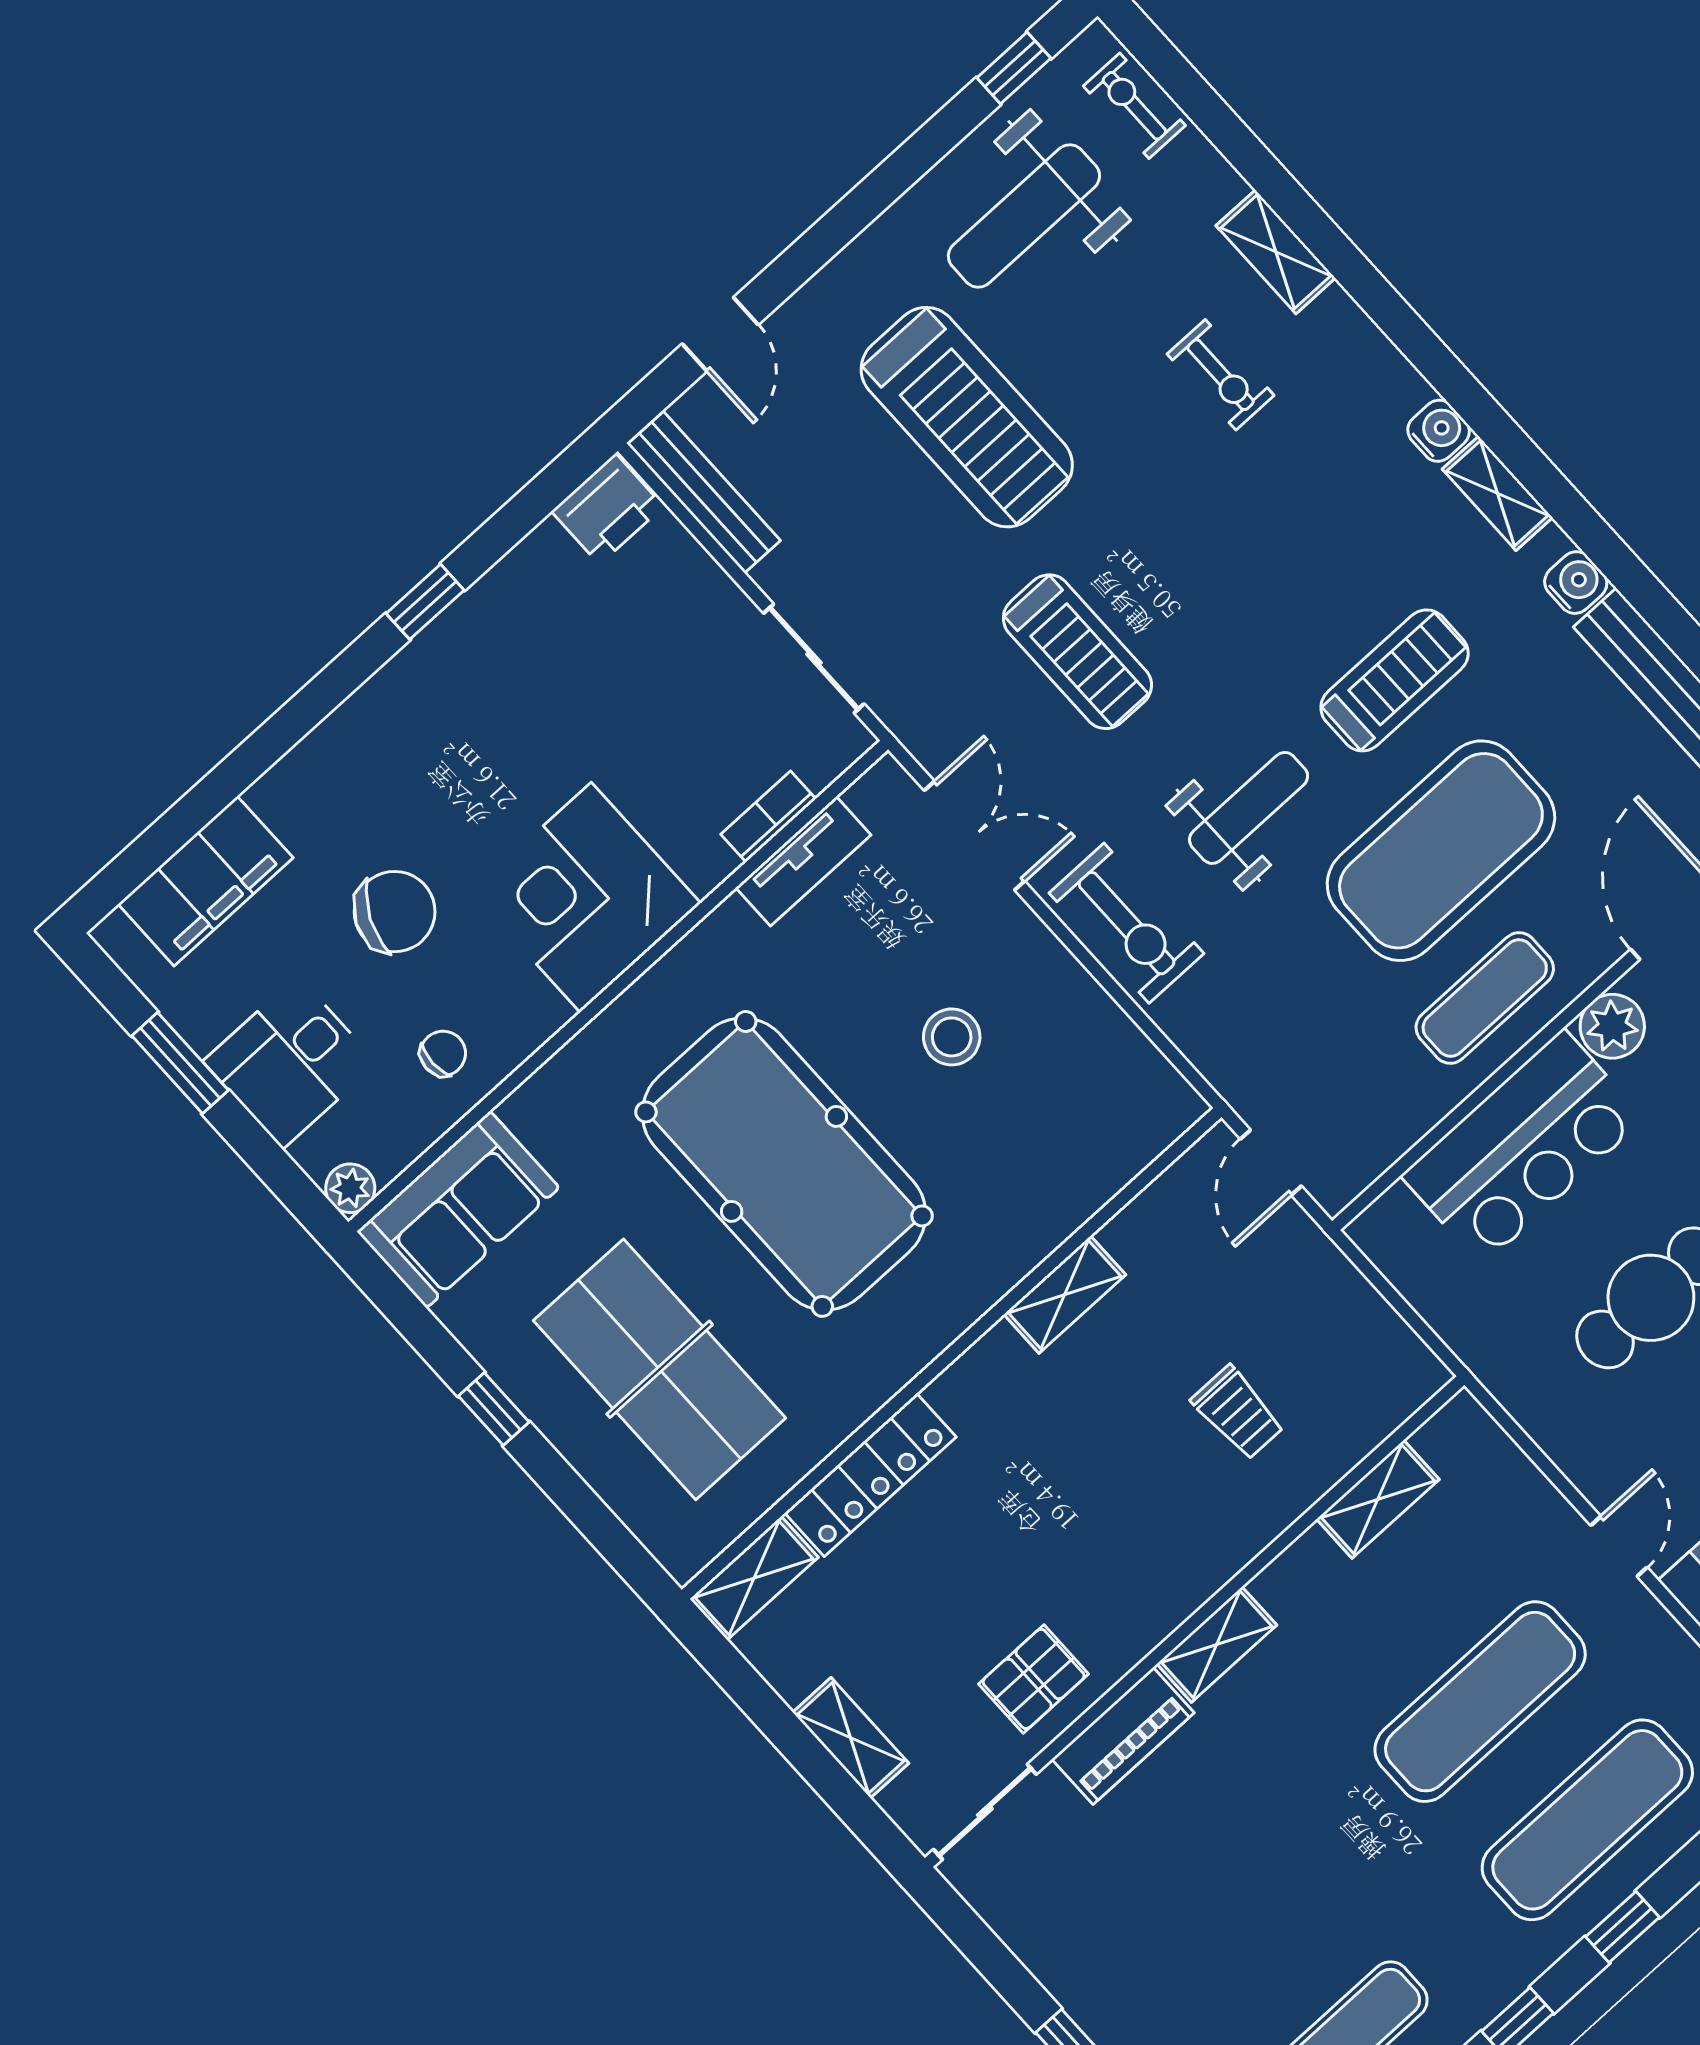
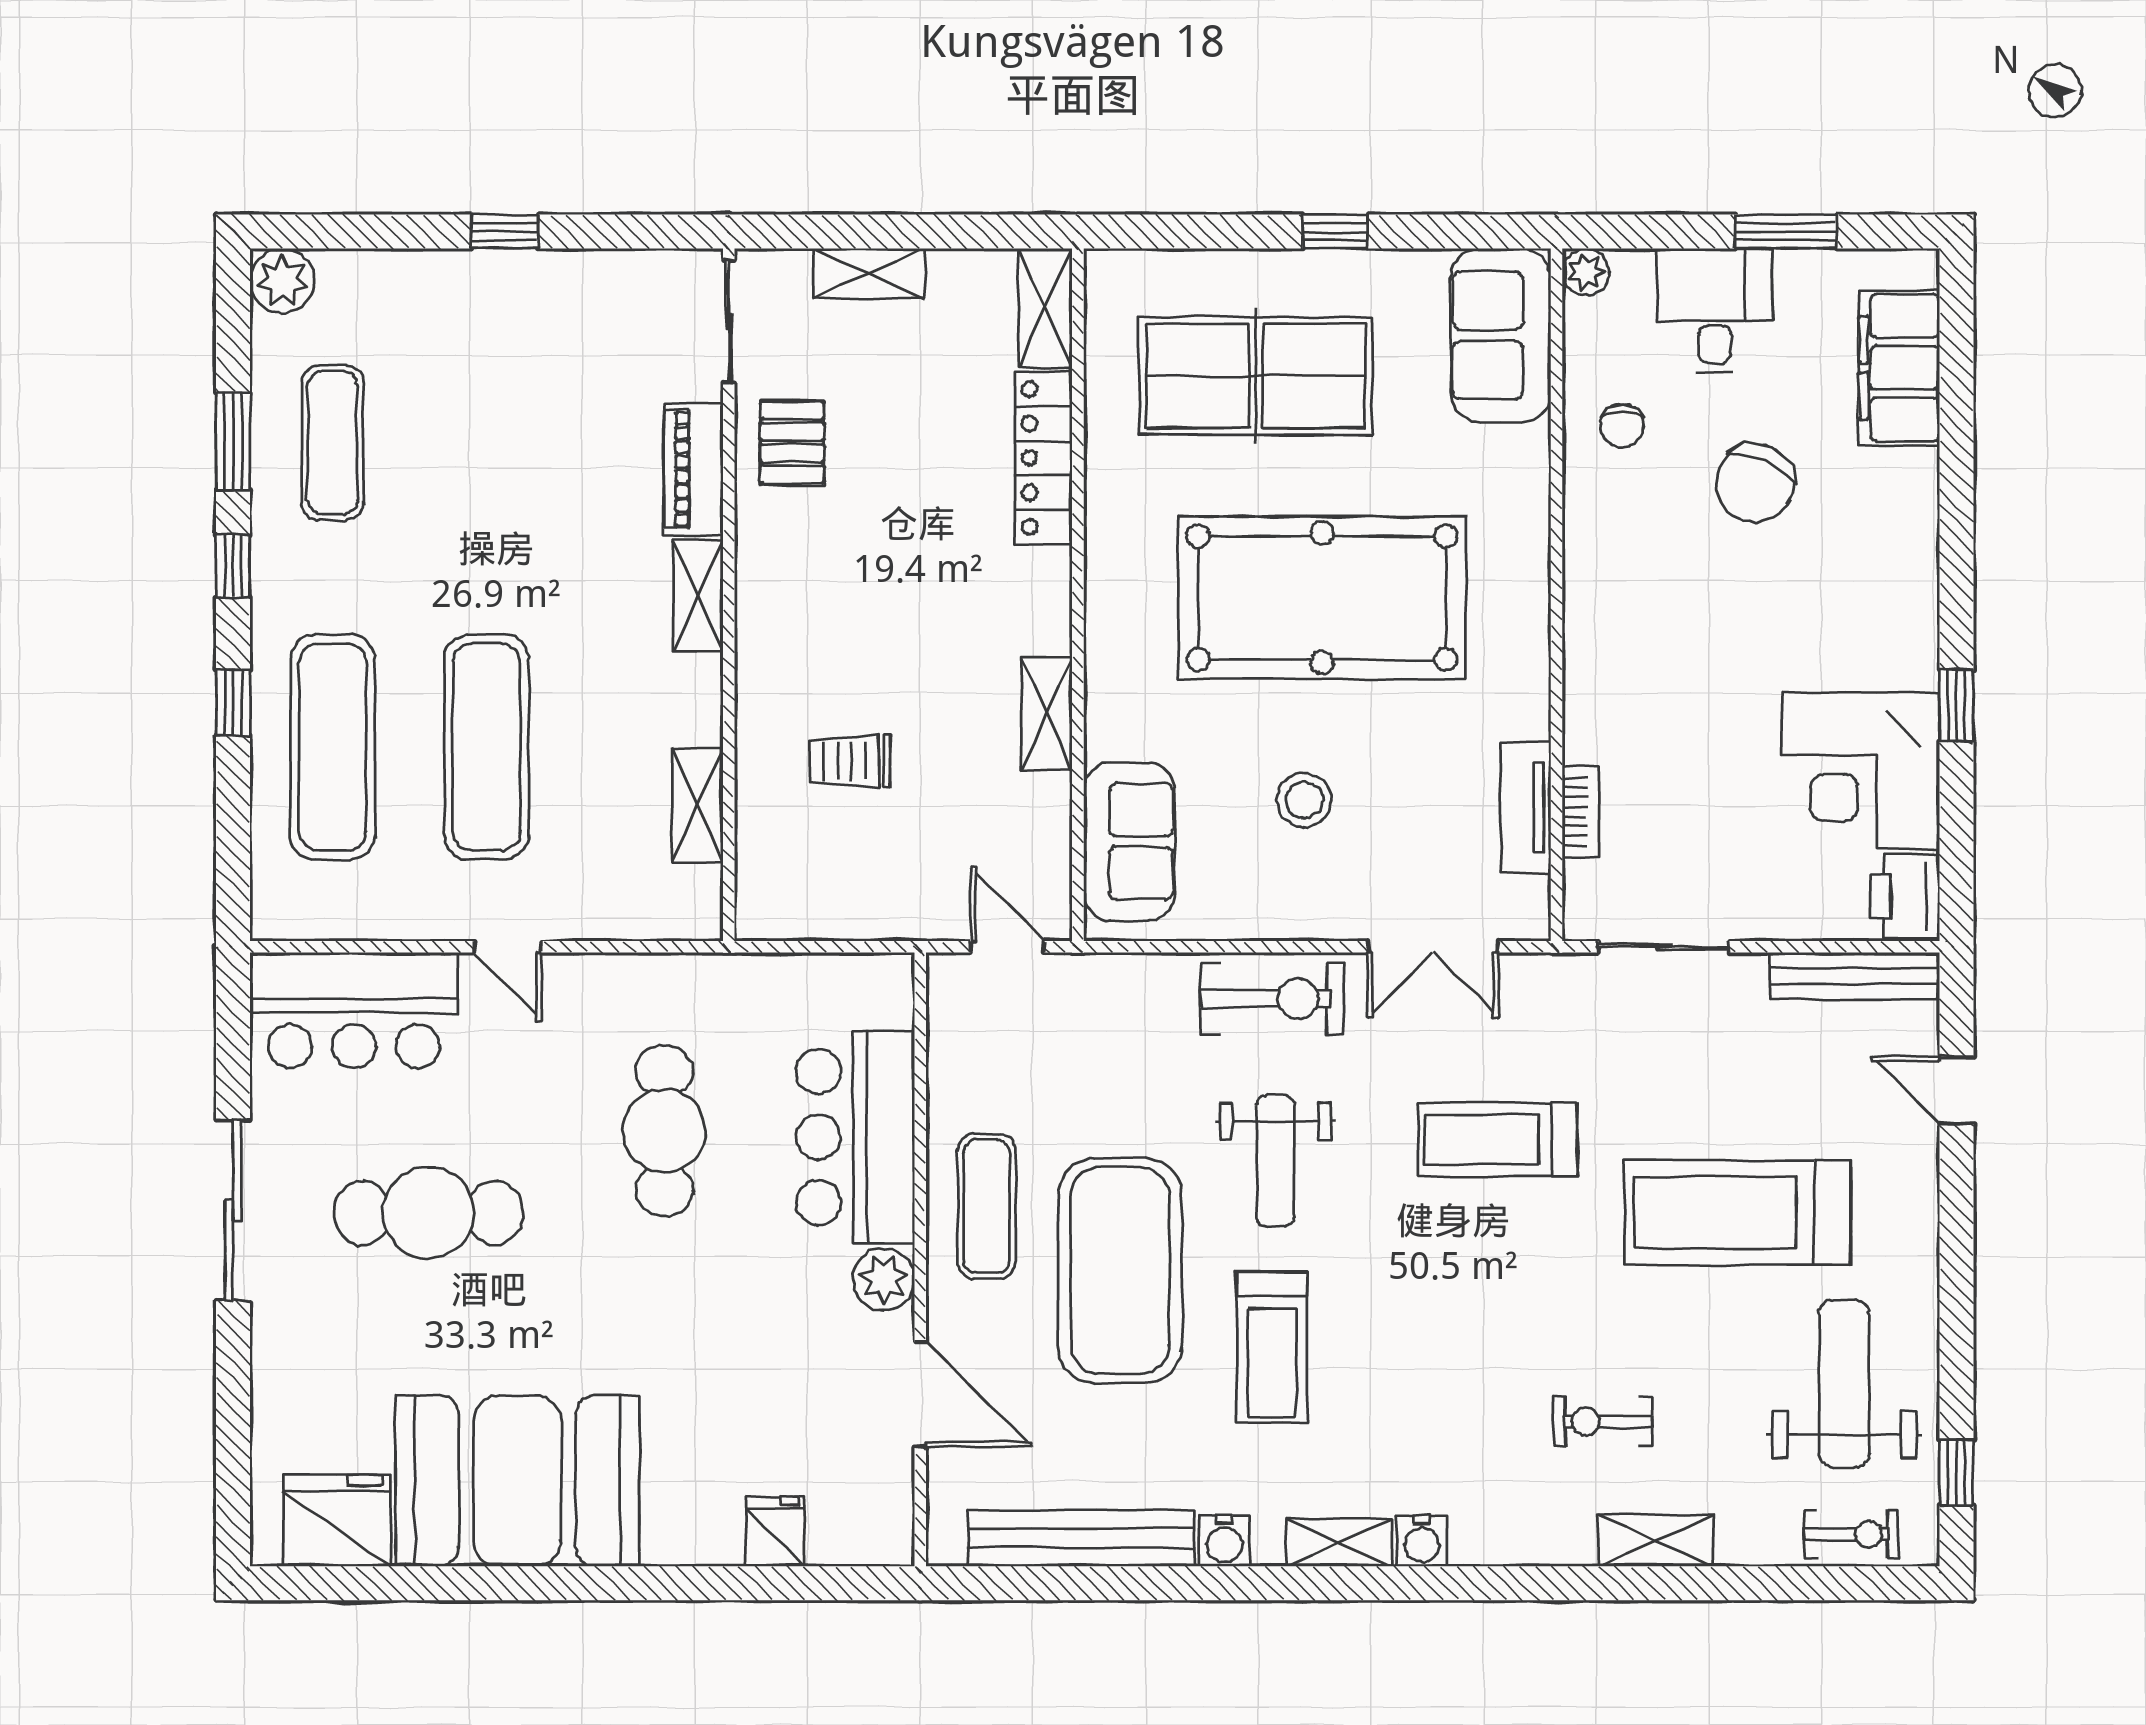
corner desk: (586, 897) -> (1861, 771), moved, turned 180
exercise bike: (1127, 923) -> (1272, 999), turned 180
sofa: (1105, 1142) -> (1129, 842), added

